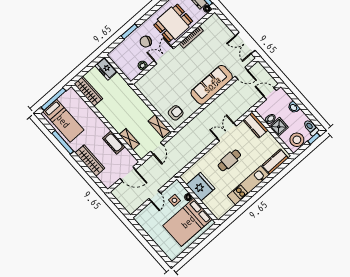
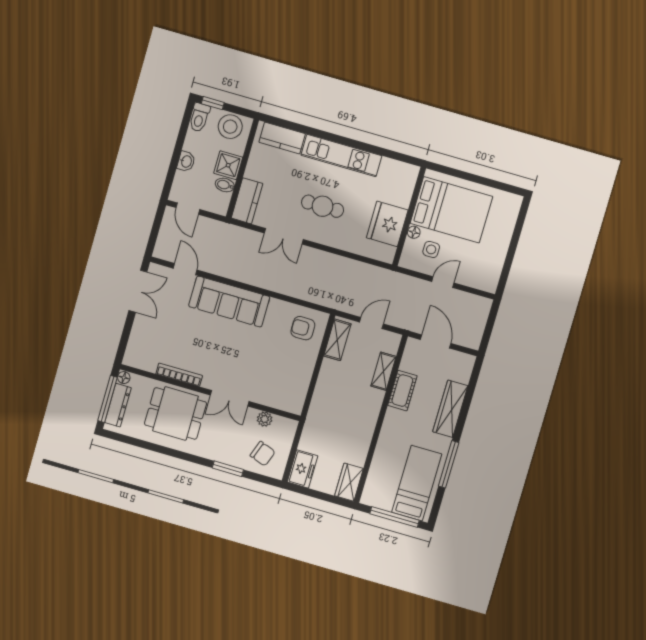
chair: (146, 42) -> (263, 454), moved
wardrobe: (88, 91) -> (349, 482), width x0.67

